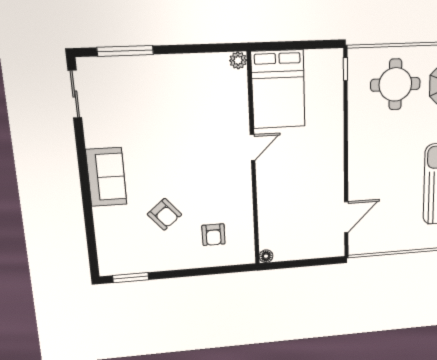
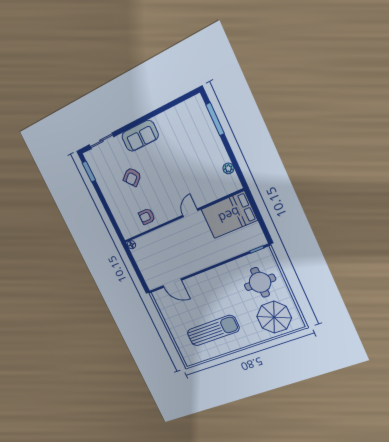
plant: (238, 60) -> (228, 168), moved
sliding door: (75, 94) -> (101, 141), moved
door: (253, 147) -> (190, 213), swing flipped
armchair: (213, 235) -> (147, 216), moved

